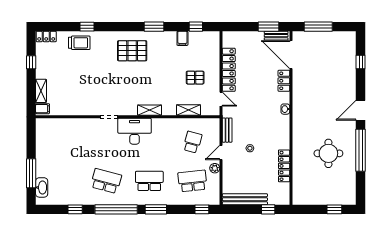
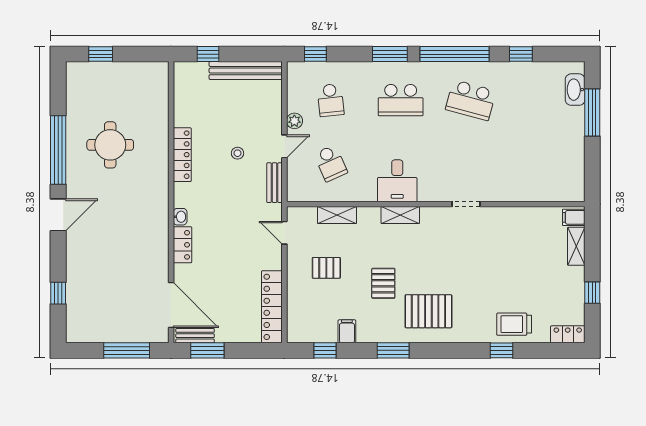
pallet: (160, 68) -> (383, 283), added
locker: (229, 70) -> (272, 307), moved
locker: (284, 81) -> (182, 245), moved
desk: (135, 131) -> (397, 181), moved, width x0.73
school desk: (192, 142) -> (331, 163), turned -39
locker: (284, 166) -> (182, 155), moved
school desk: (192, 181) -> (331, 100), width x0.54

